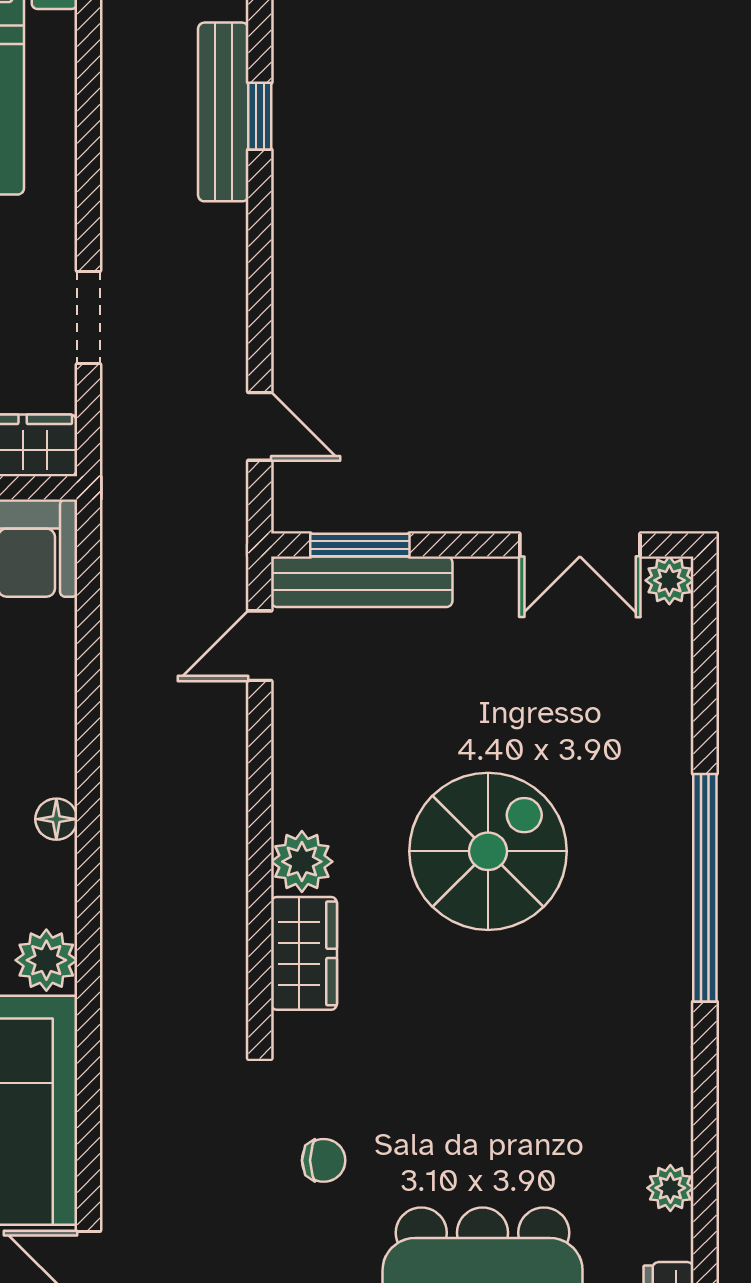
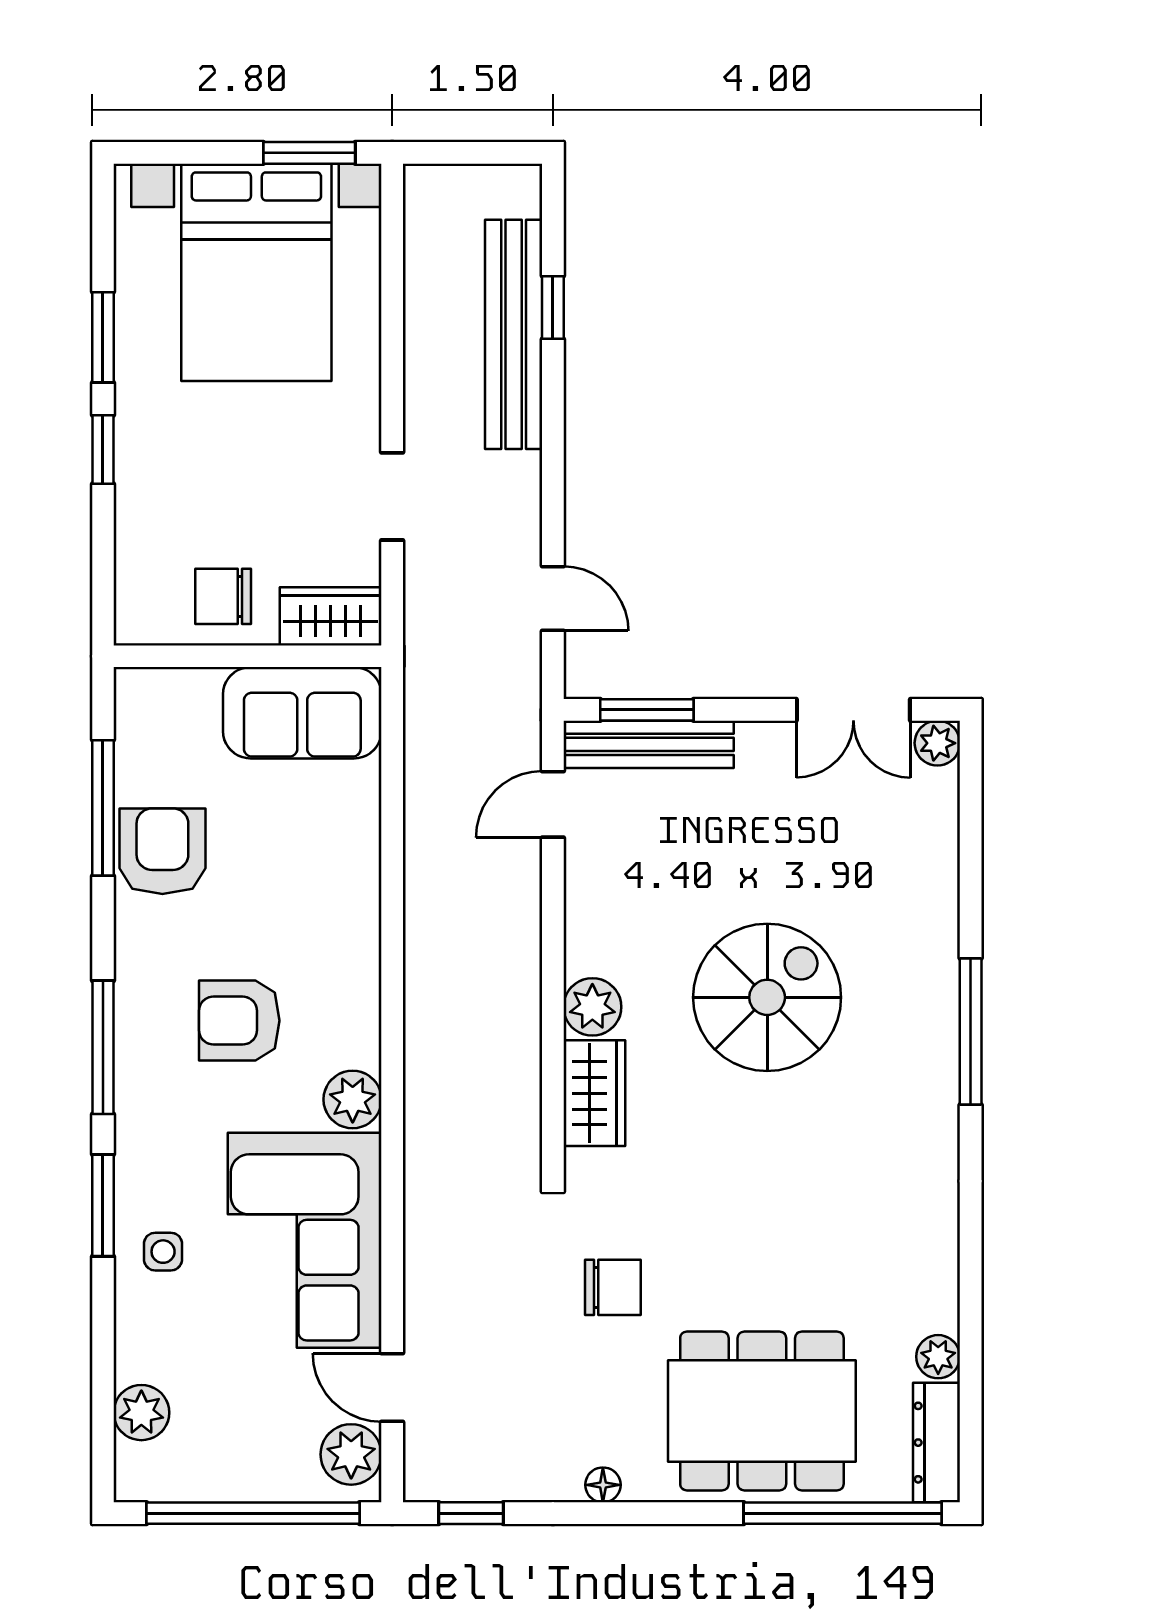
bench: (223, 112) -> (514, 334), width x1.37, depth x1.21
floor lamp: (56, 819) -> (362, 967), removed
window: (705, 888) -> (971, 1031), width x0.68
chair: (324, 1160) -> (613, 1287), width x1.37, depth x1.37
plant: (670, 1188) -> (938, 1357), moved

